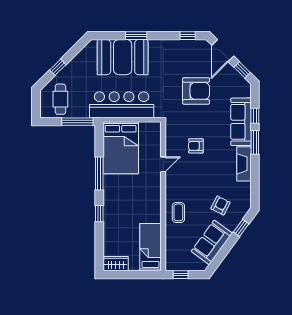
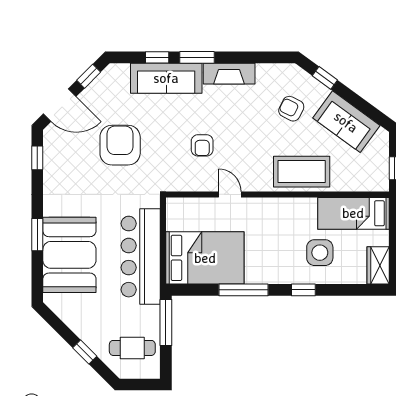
coffee table: (178, 212) -> (302, 172), width x1.86, depth x1.72
side table: (124, 225) -> (320, 253), added

